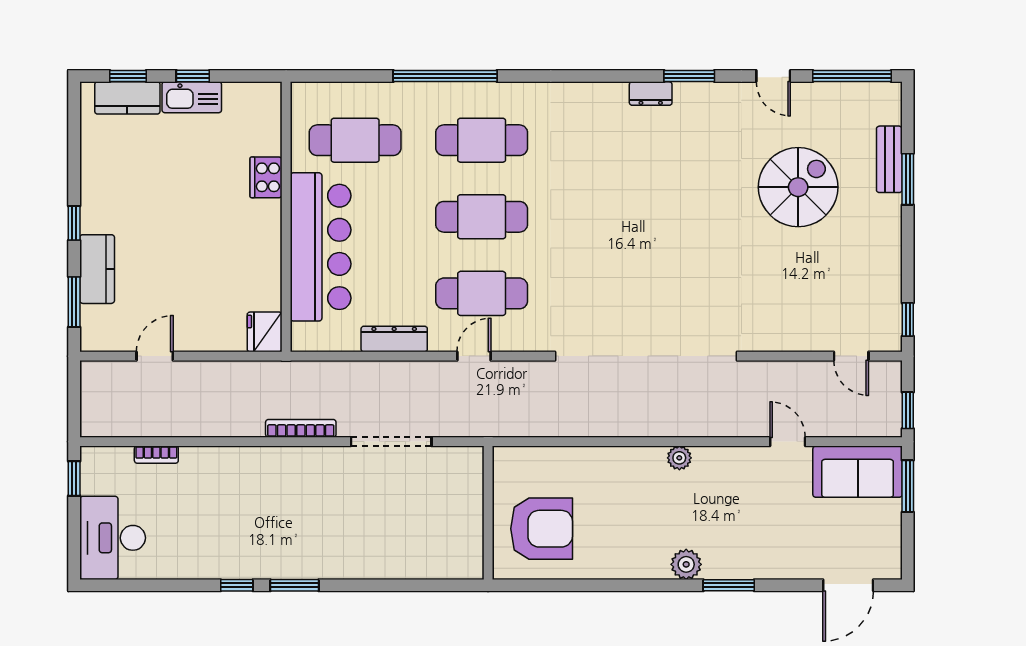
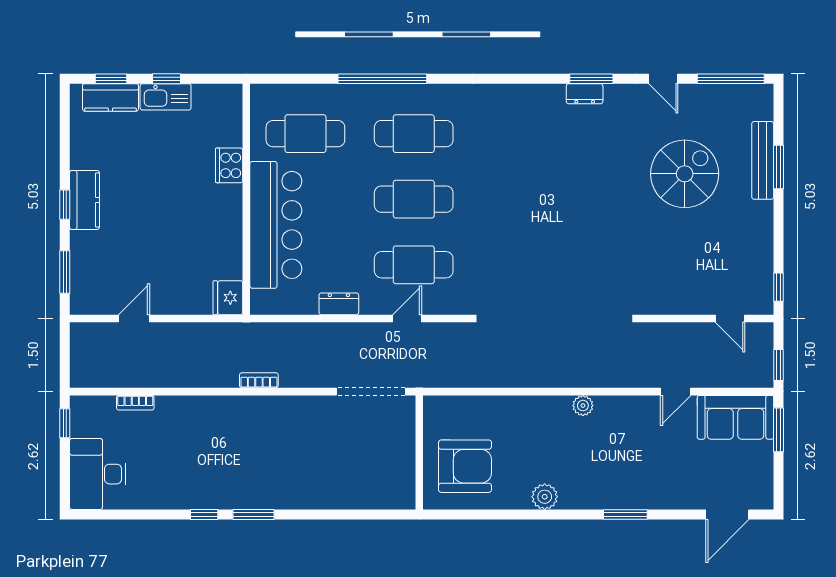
dresser: (651, 94) -> (585, 94), moved
bench: (889, 159) -> (763, 160), width x1.36
kitchen counter: (97, 269) -> (85, 200), moved
dresser: (394, 339) -> (339, 304), width x0.70
bookcase: (301, 428) -> (259, 380), width x0.64
doorway: (391, 442) -> (371, 392), moved
door: (788, 442) -> (676, 392), swing flipped
plant: (686, 564) -> (545, 497), moved

